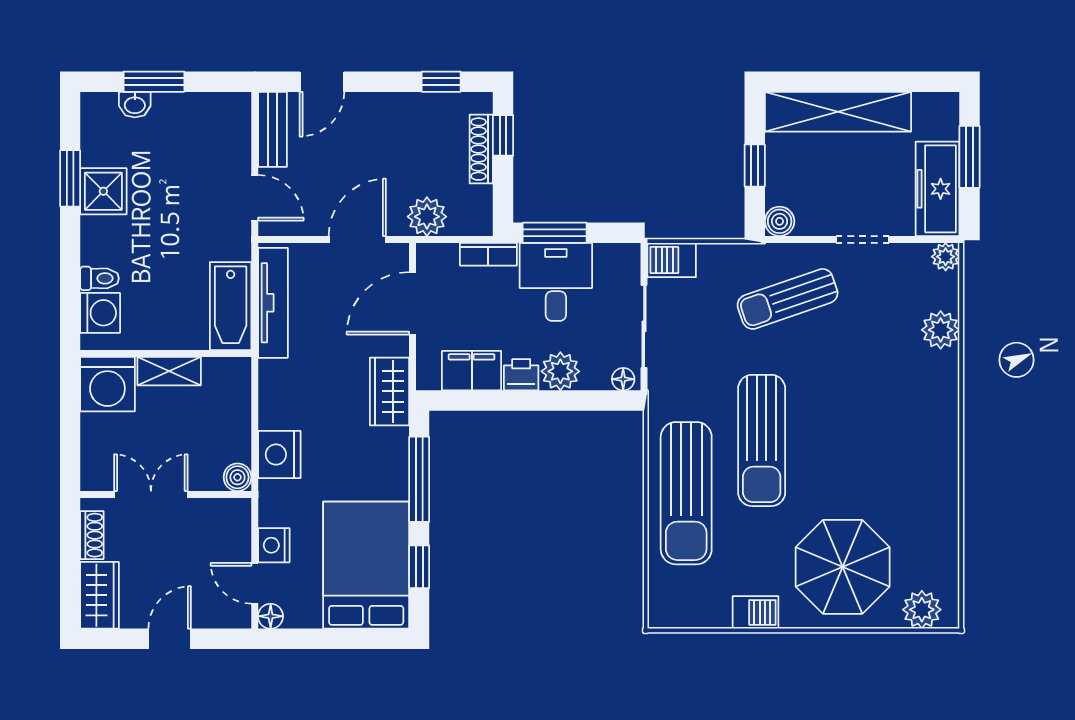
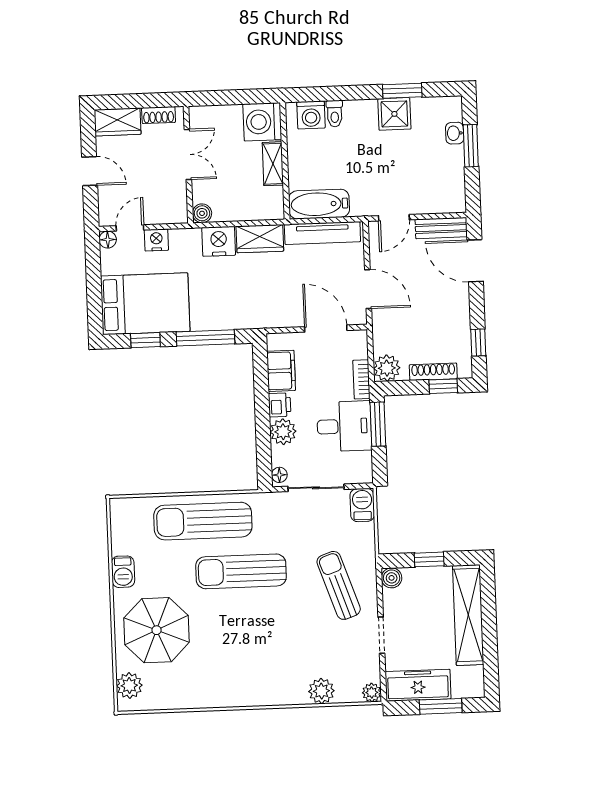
door: (322, 82) -> (475, 261), width x1.38
plant: (427, 217) -> (387, 368), moved
wardrobe: (389, 391) -> (260, 239), moved, turned 180

